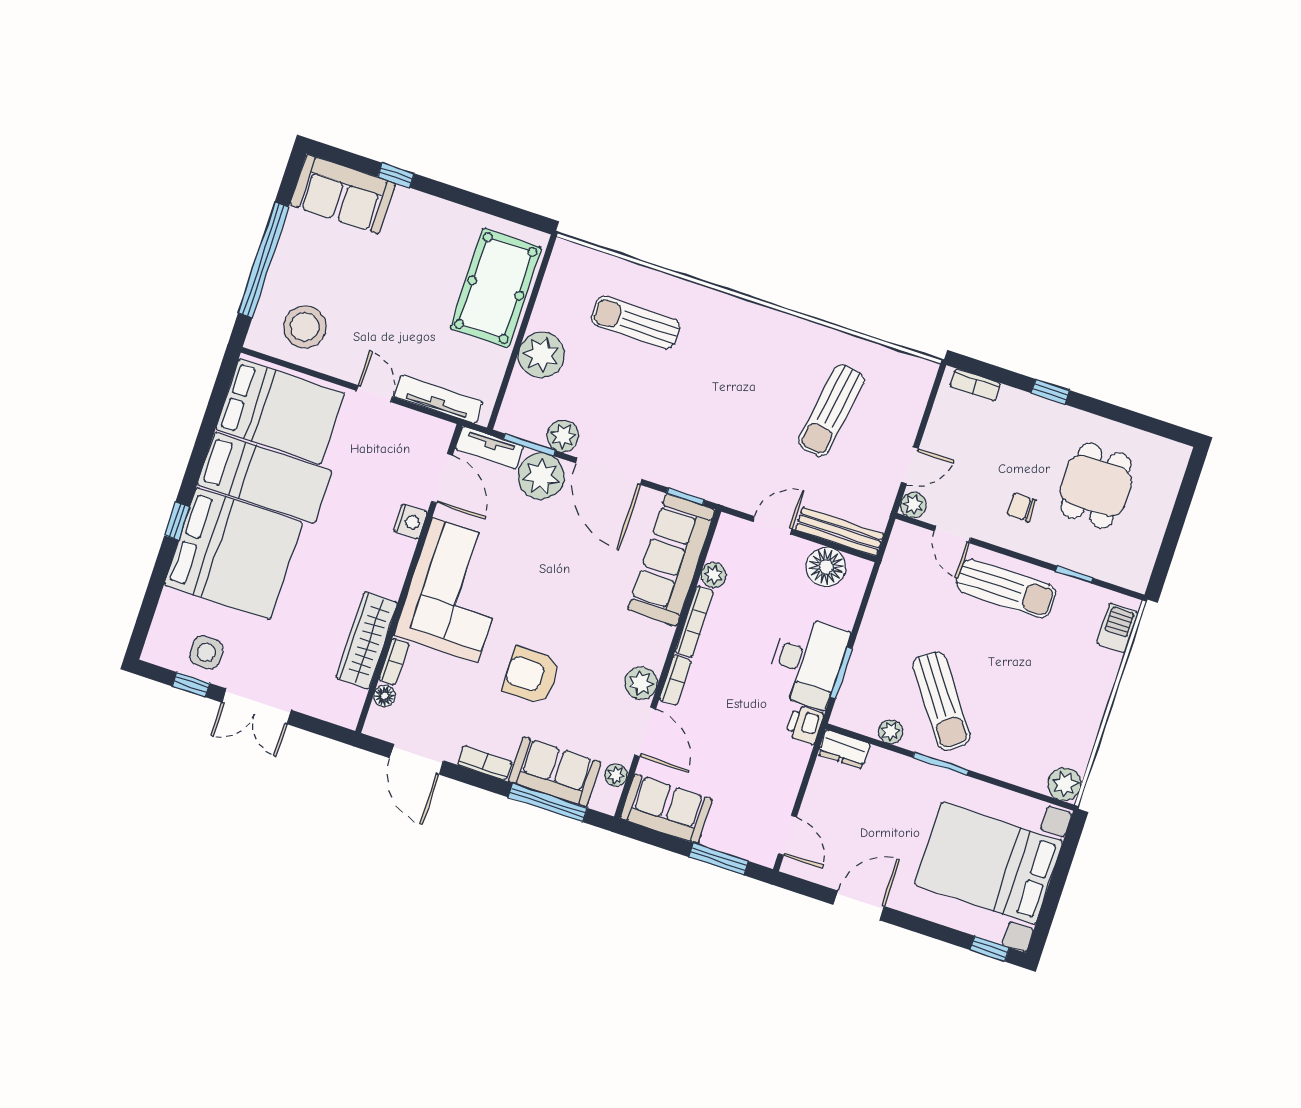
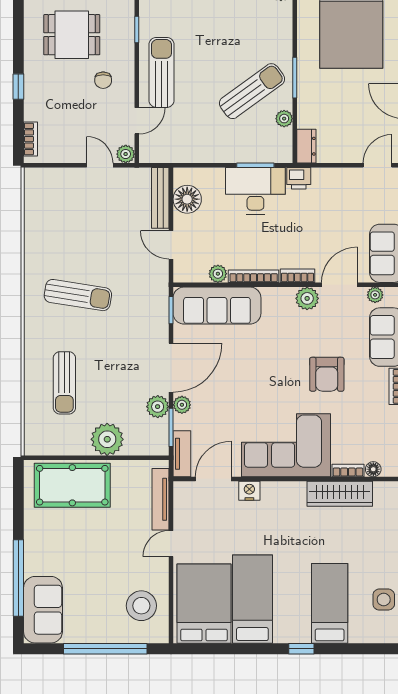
window: (396, 175) -> (18, 578), width x3.17
sun lounger: (831, 410) -> (78, 295), moved
plant: (541, 476) -> (182, 405), width x0.53, depth x0.53
bed: (233, 554) -> (330, 603), width x0.49

